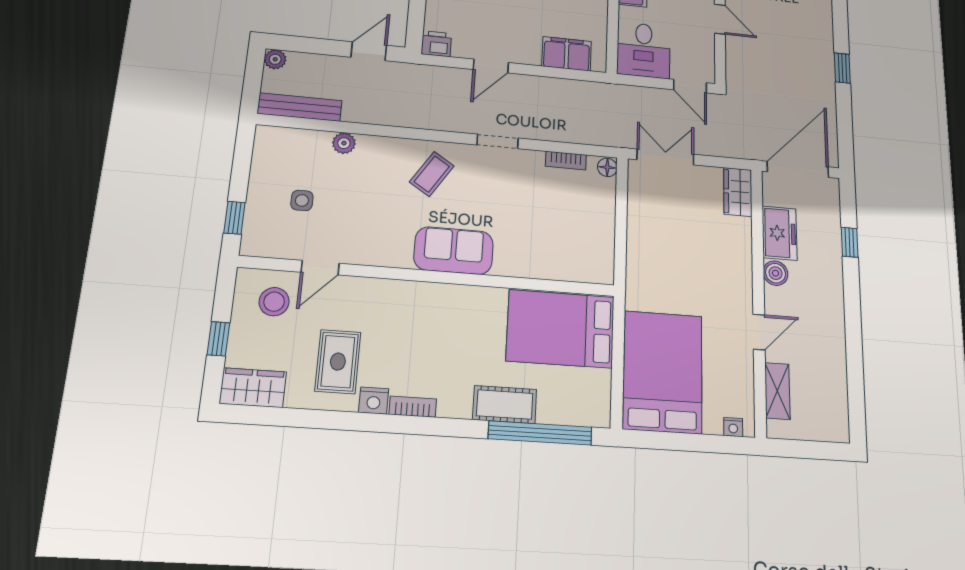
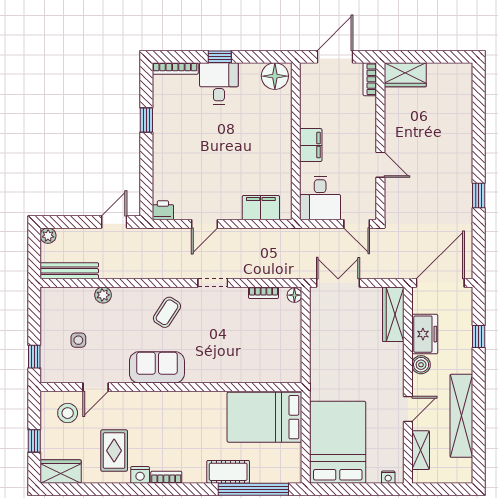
wardrobe: (738, 192) -> (393, 314), width x1.50
sofa: (454, 251) -> (157, 367), moved
shelving: (831, 347) -> (461, 416), added

